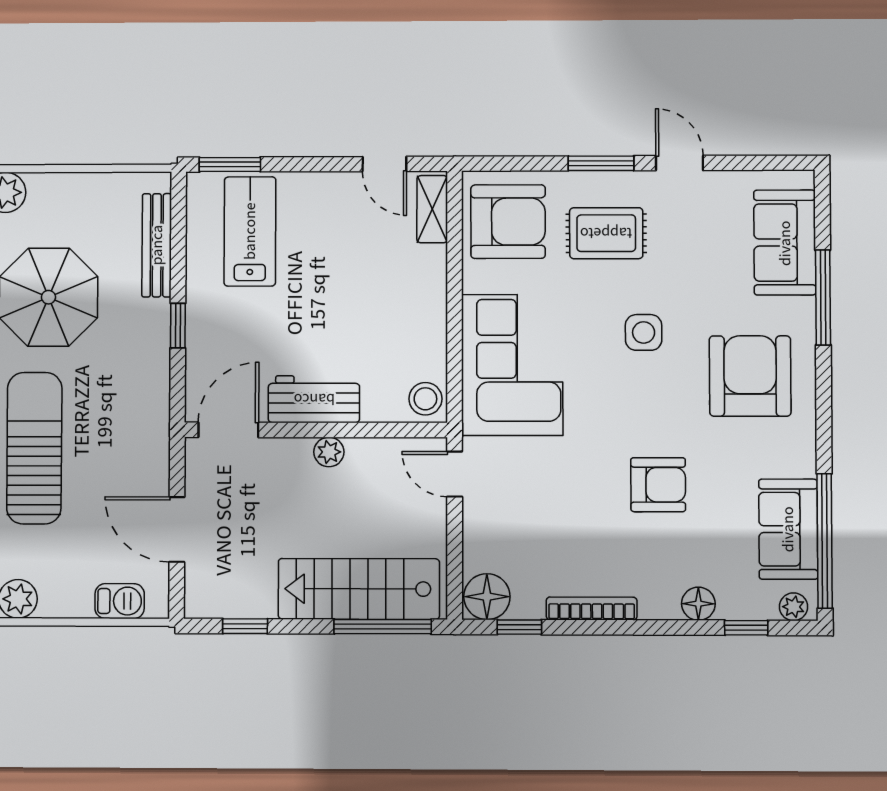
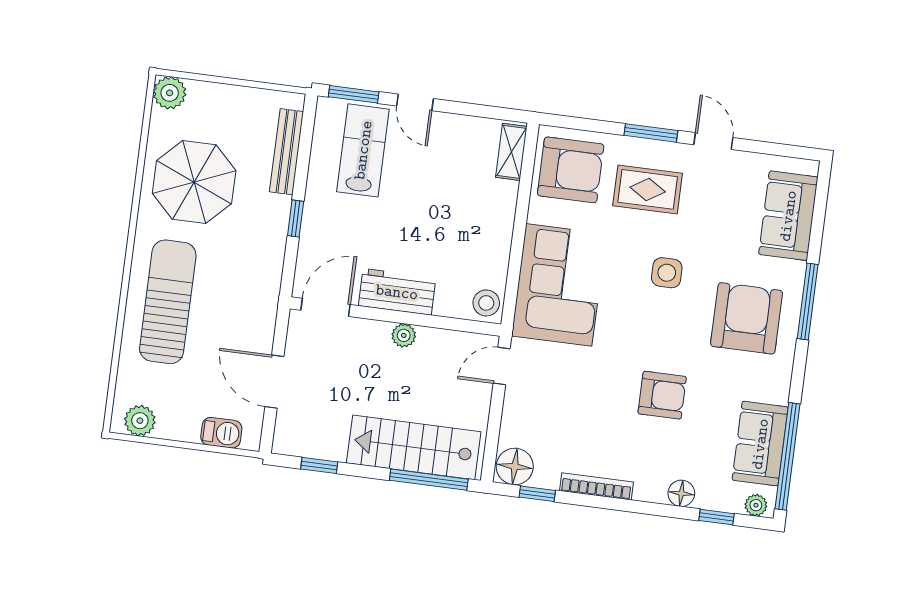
door: (384, 164) -> (415, 102), moved
window: (823, 297) -> (808, 302), moved
door: (455, 474) -> (502, 366), hinge flipped

